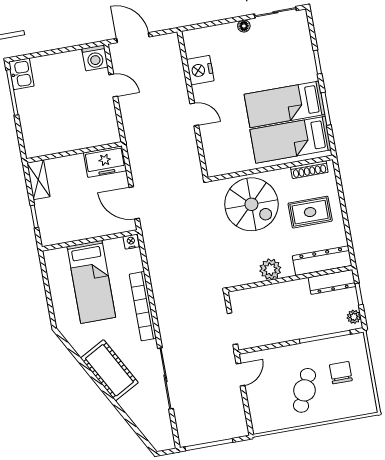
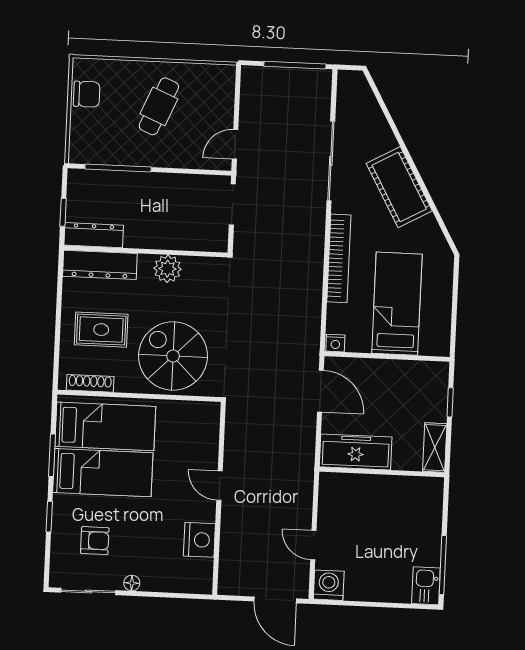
armchair: (279, 52) -> (95, 541), added
freezer: (105, 162) -> (356, 452), width x1.40
plant: (354, 317) -> (76, 185), removed
chair: (341, 373) -> (87, 94), moved, turned -90

